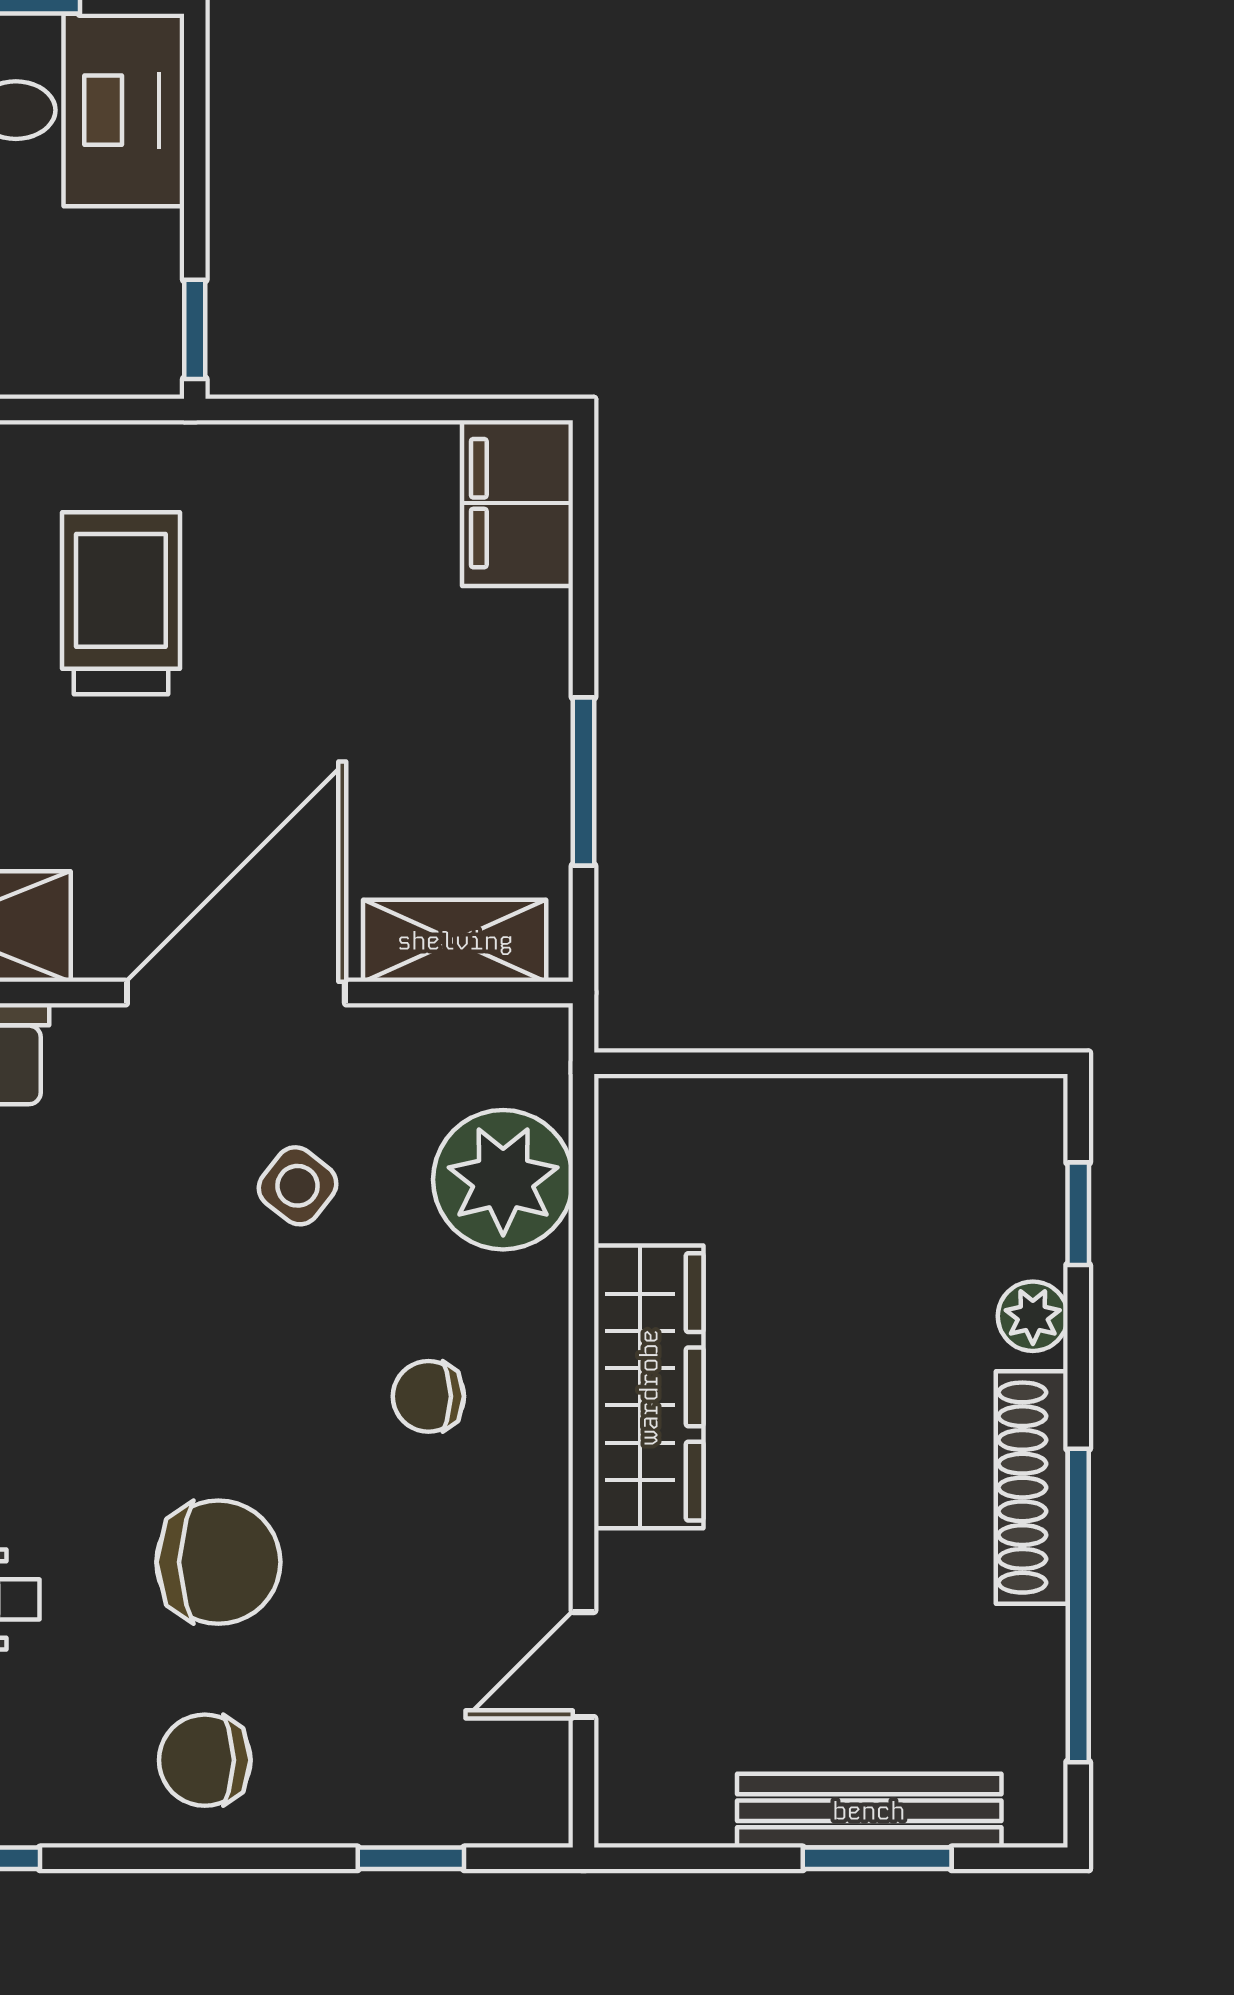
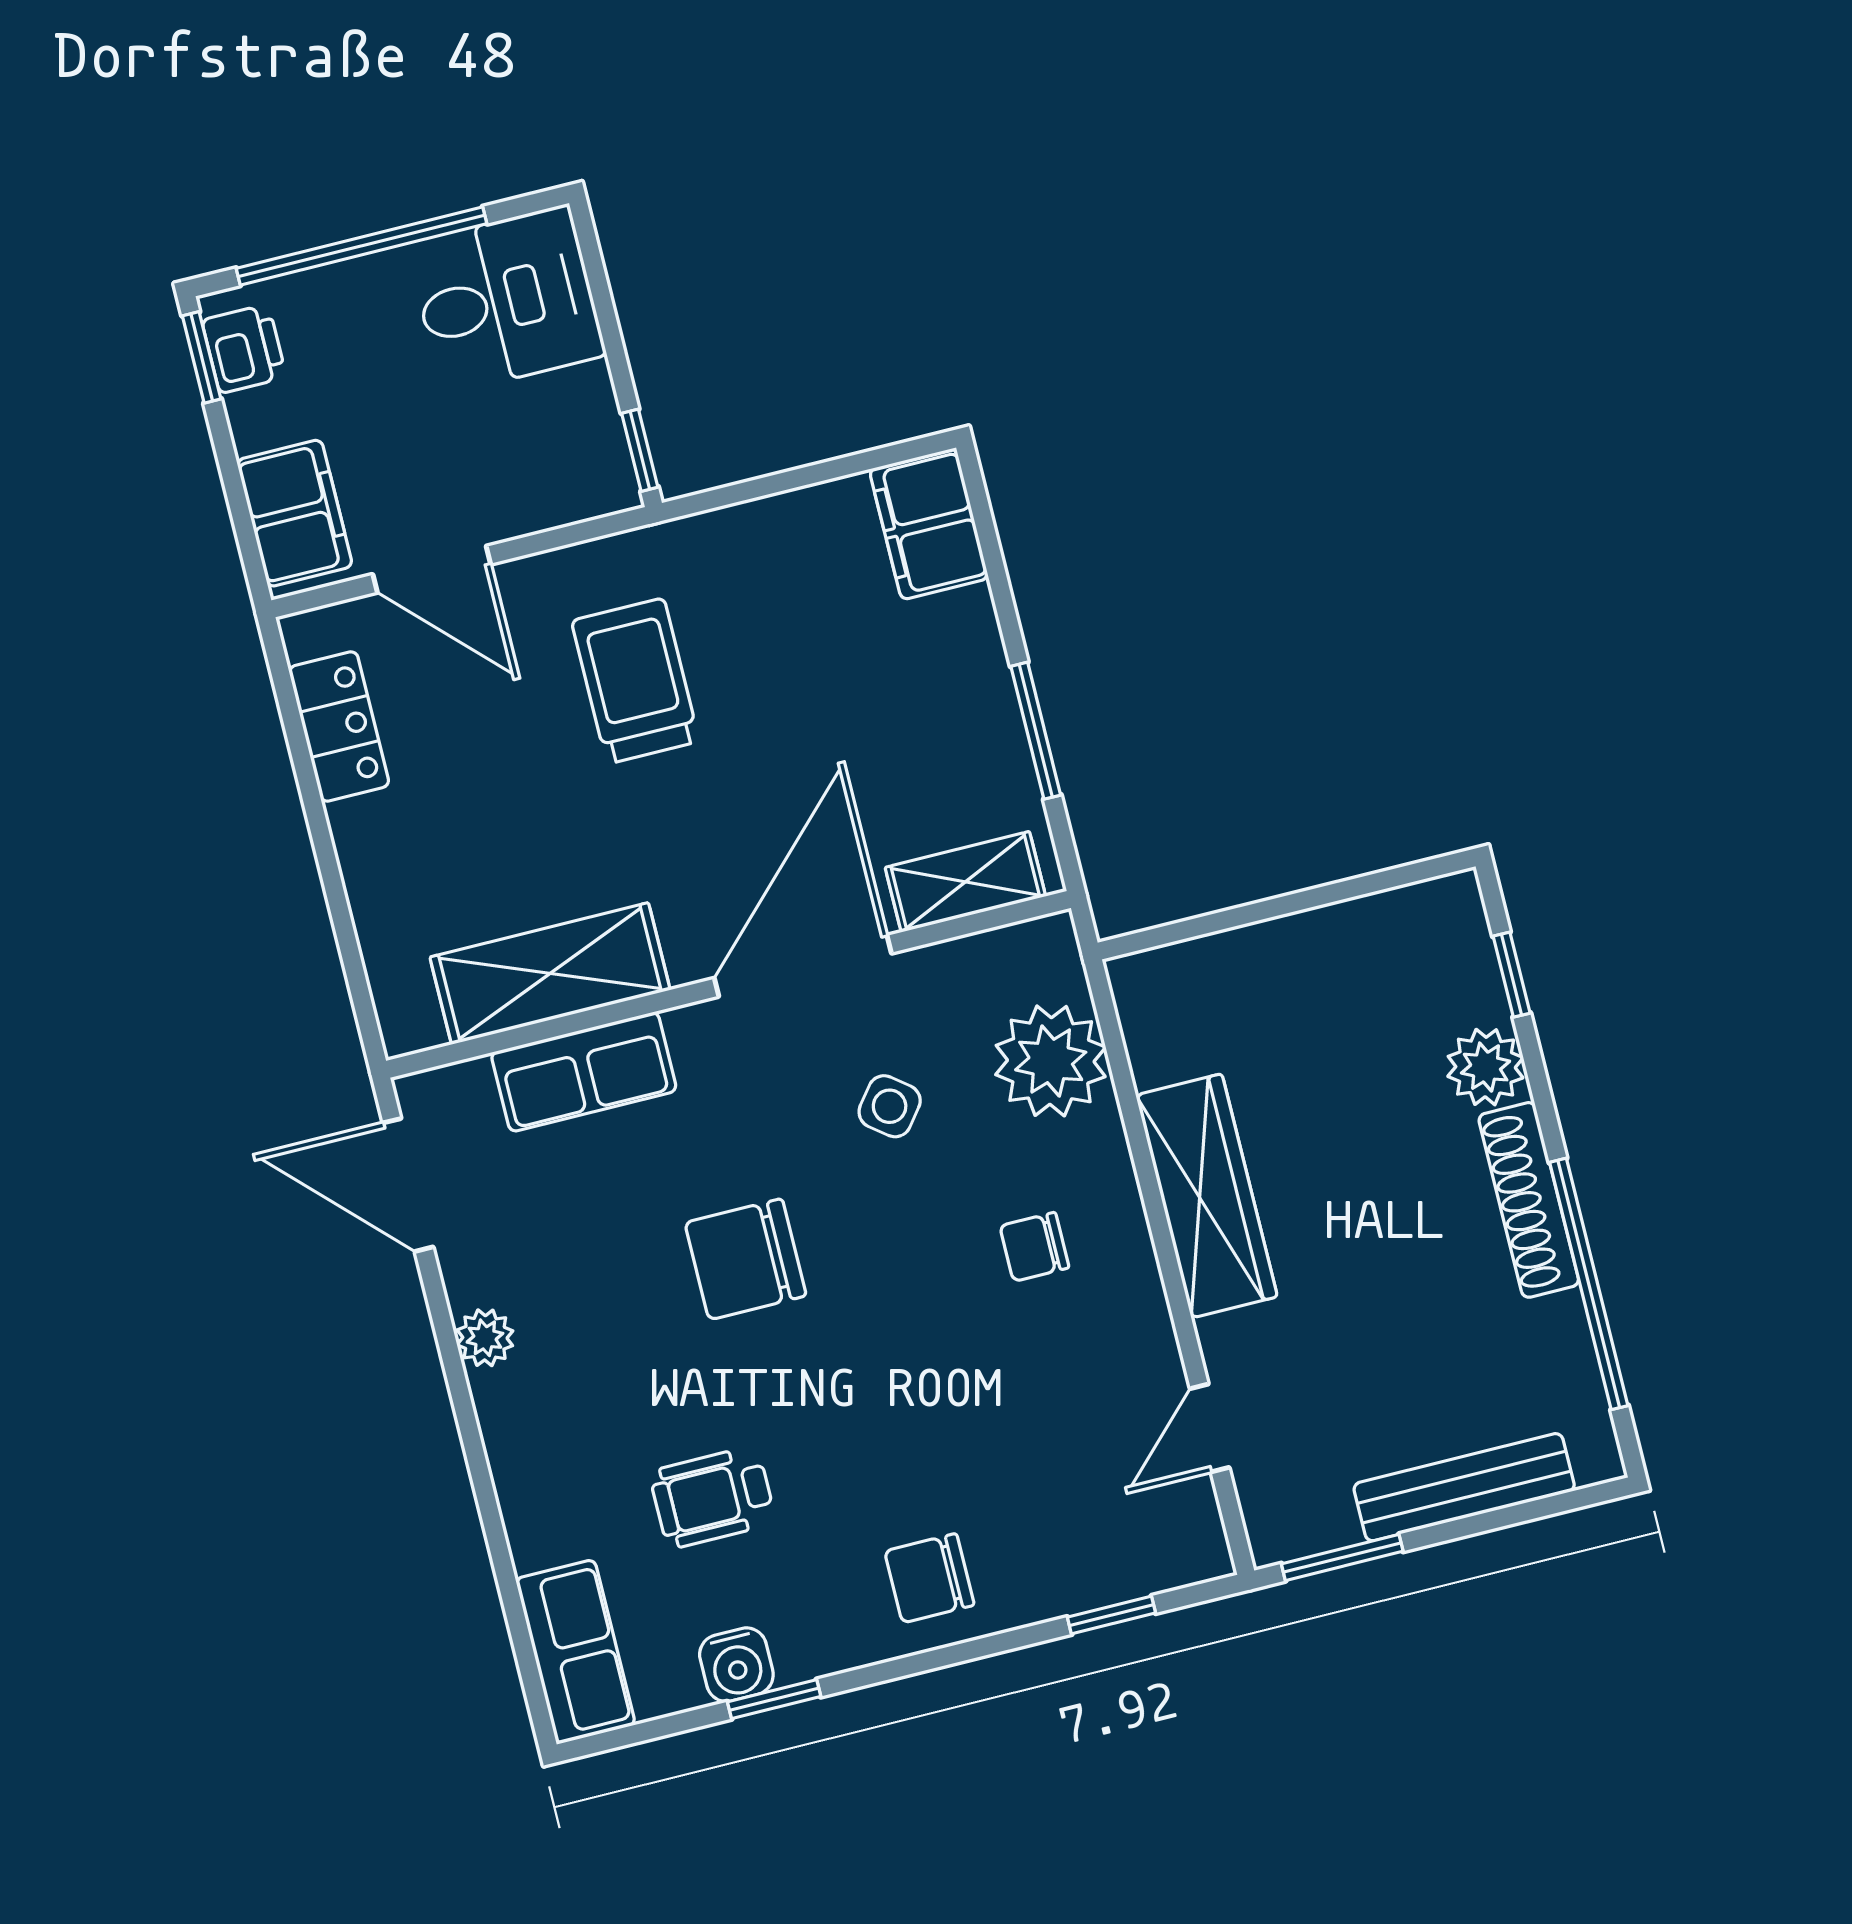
plant: (1033, 1316) -> (1486, 1067), width x1.38, depth x1.38
chair: (218, 1562) -> (746, 1259), moved, turned 180
window: (877, 1858) -> (1342, 1558), moved

